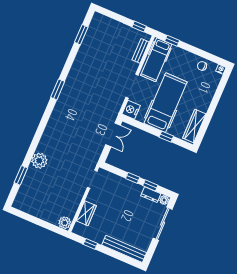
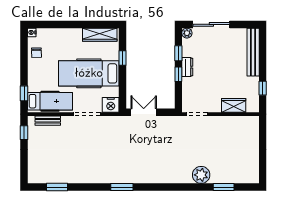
dresser: (151, 195) -> (187, 67), moved
plant: (65, 223) -> (252, 123), removed

